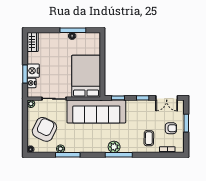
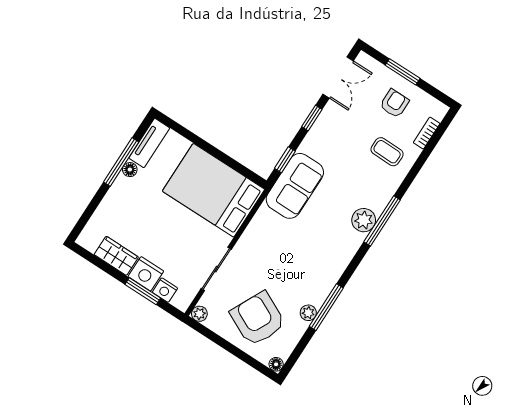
tv unit: (88, 37) -> (149, 143), added
wardrobe: (33, 42) -> (116, 256), moved
sofa: (96, 111) -> (295, 186), width x0.54, depth x0.79

